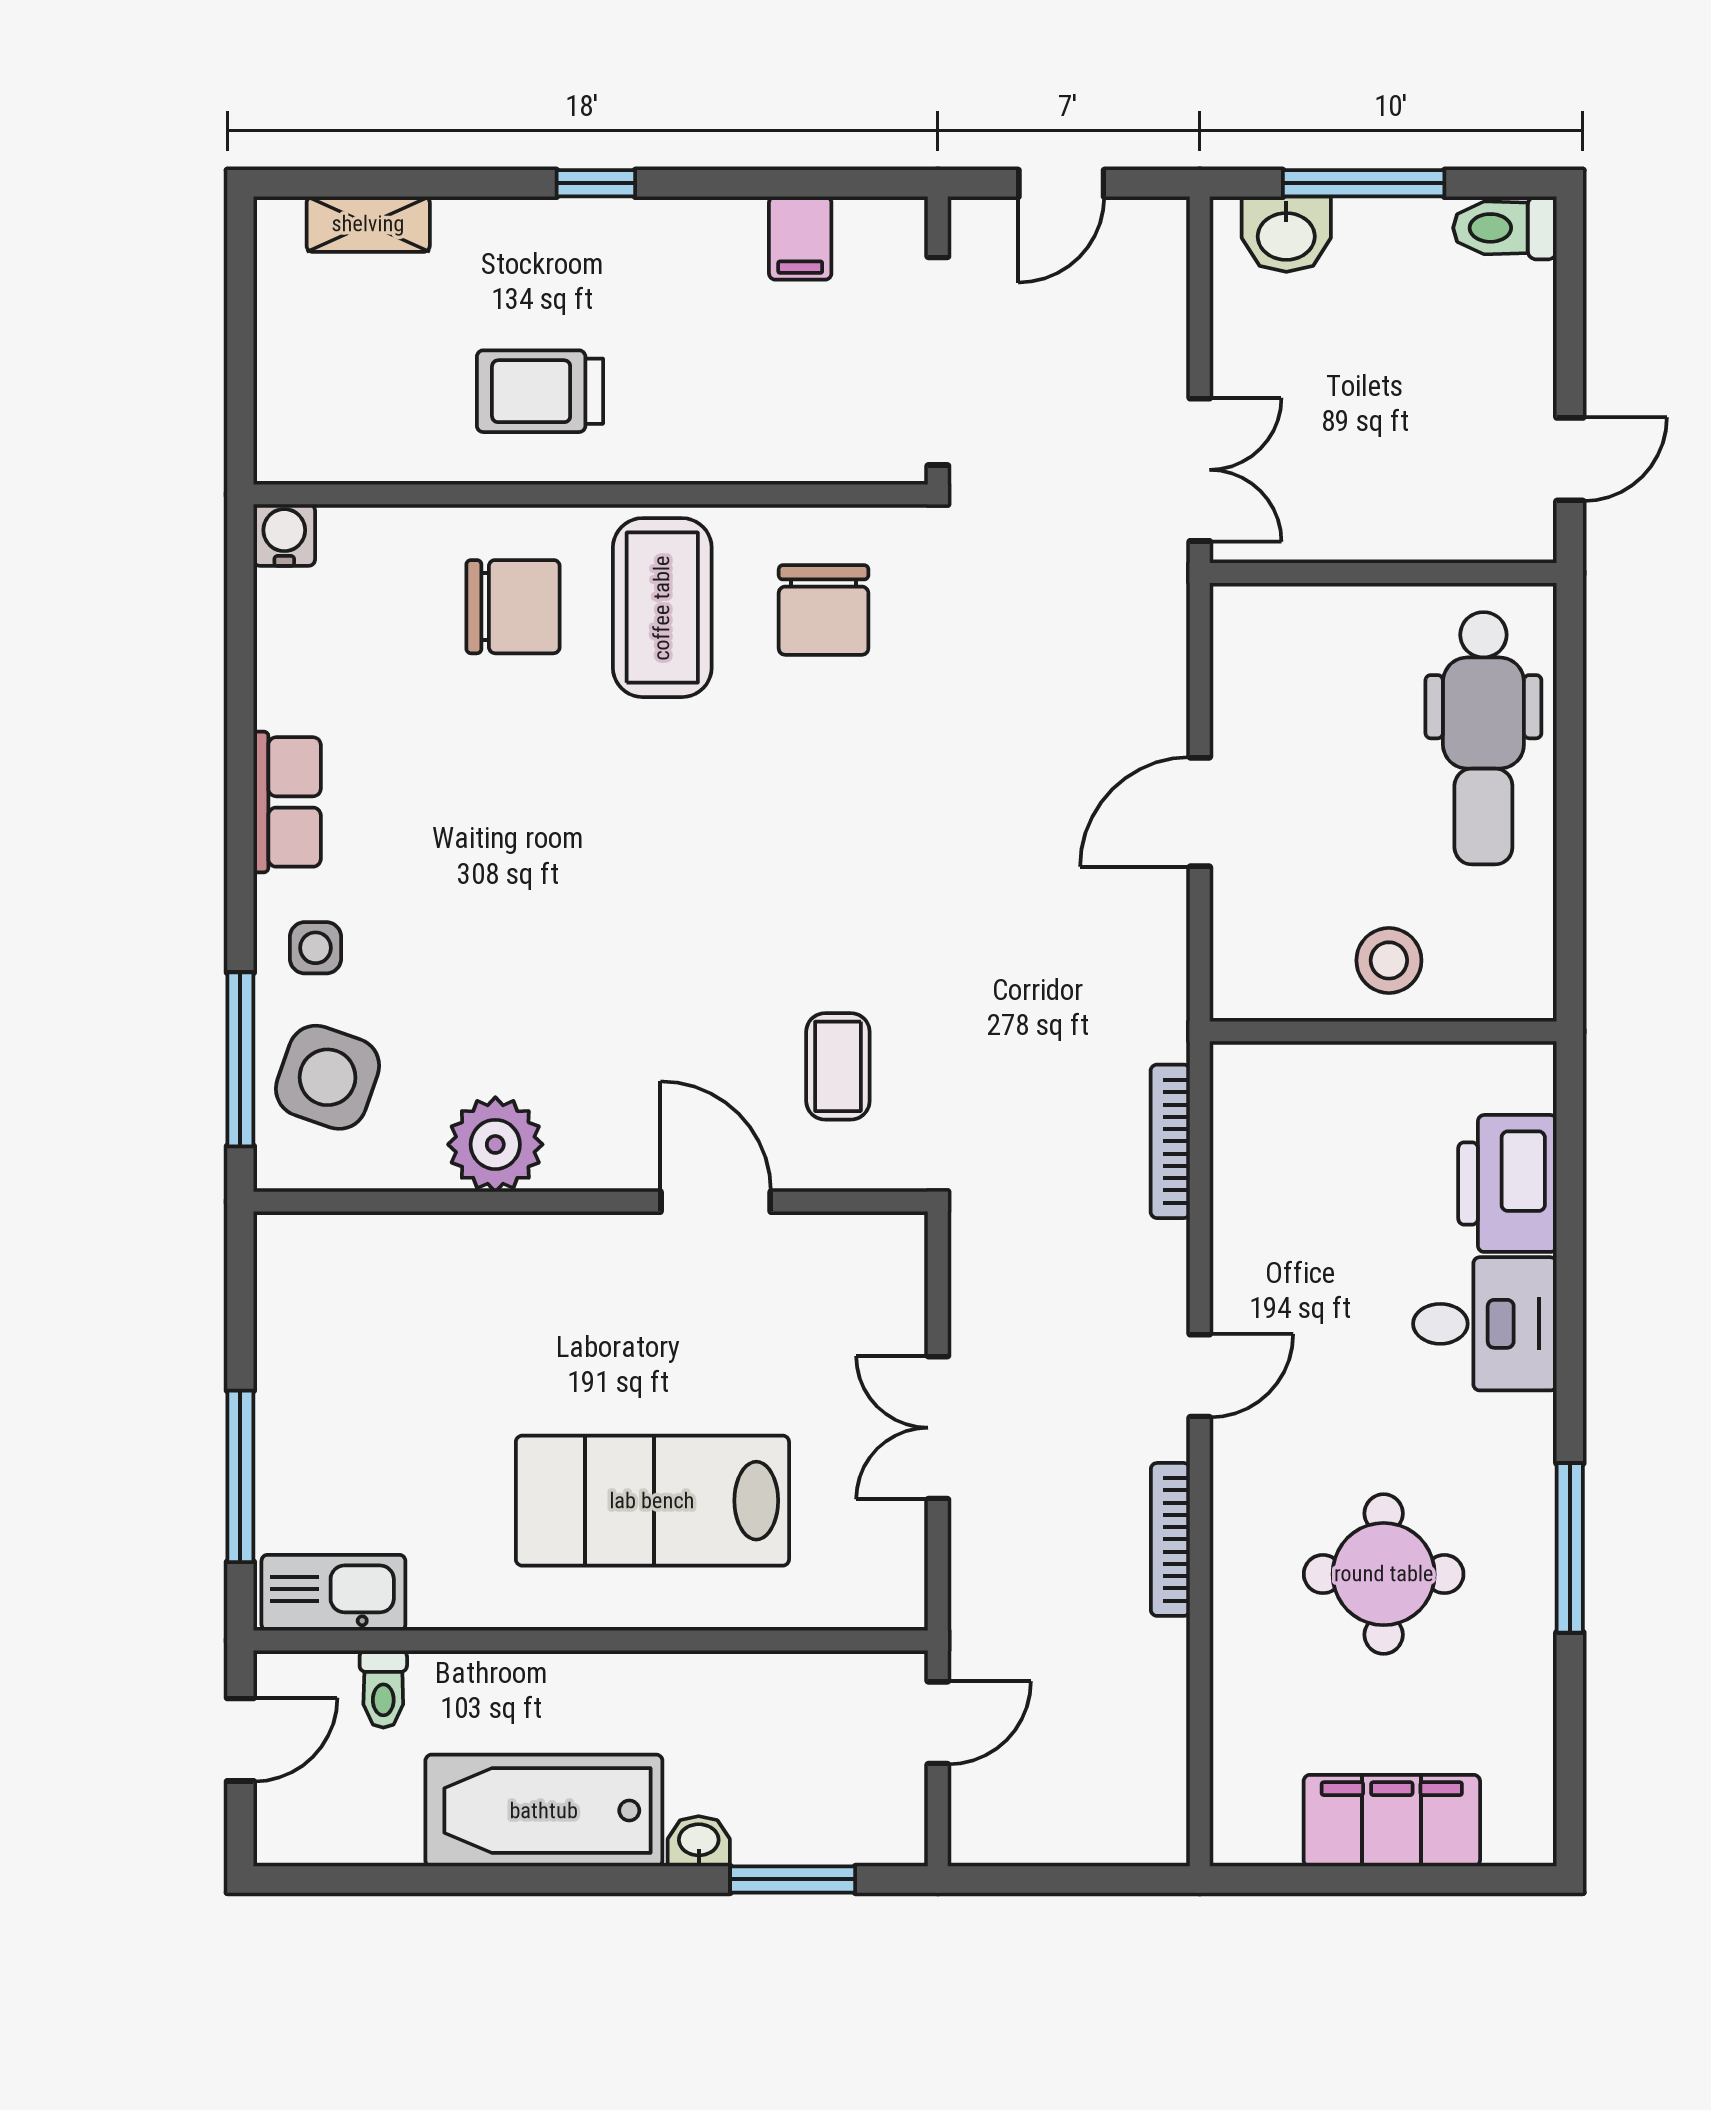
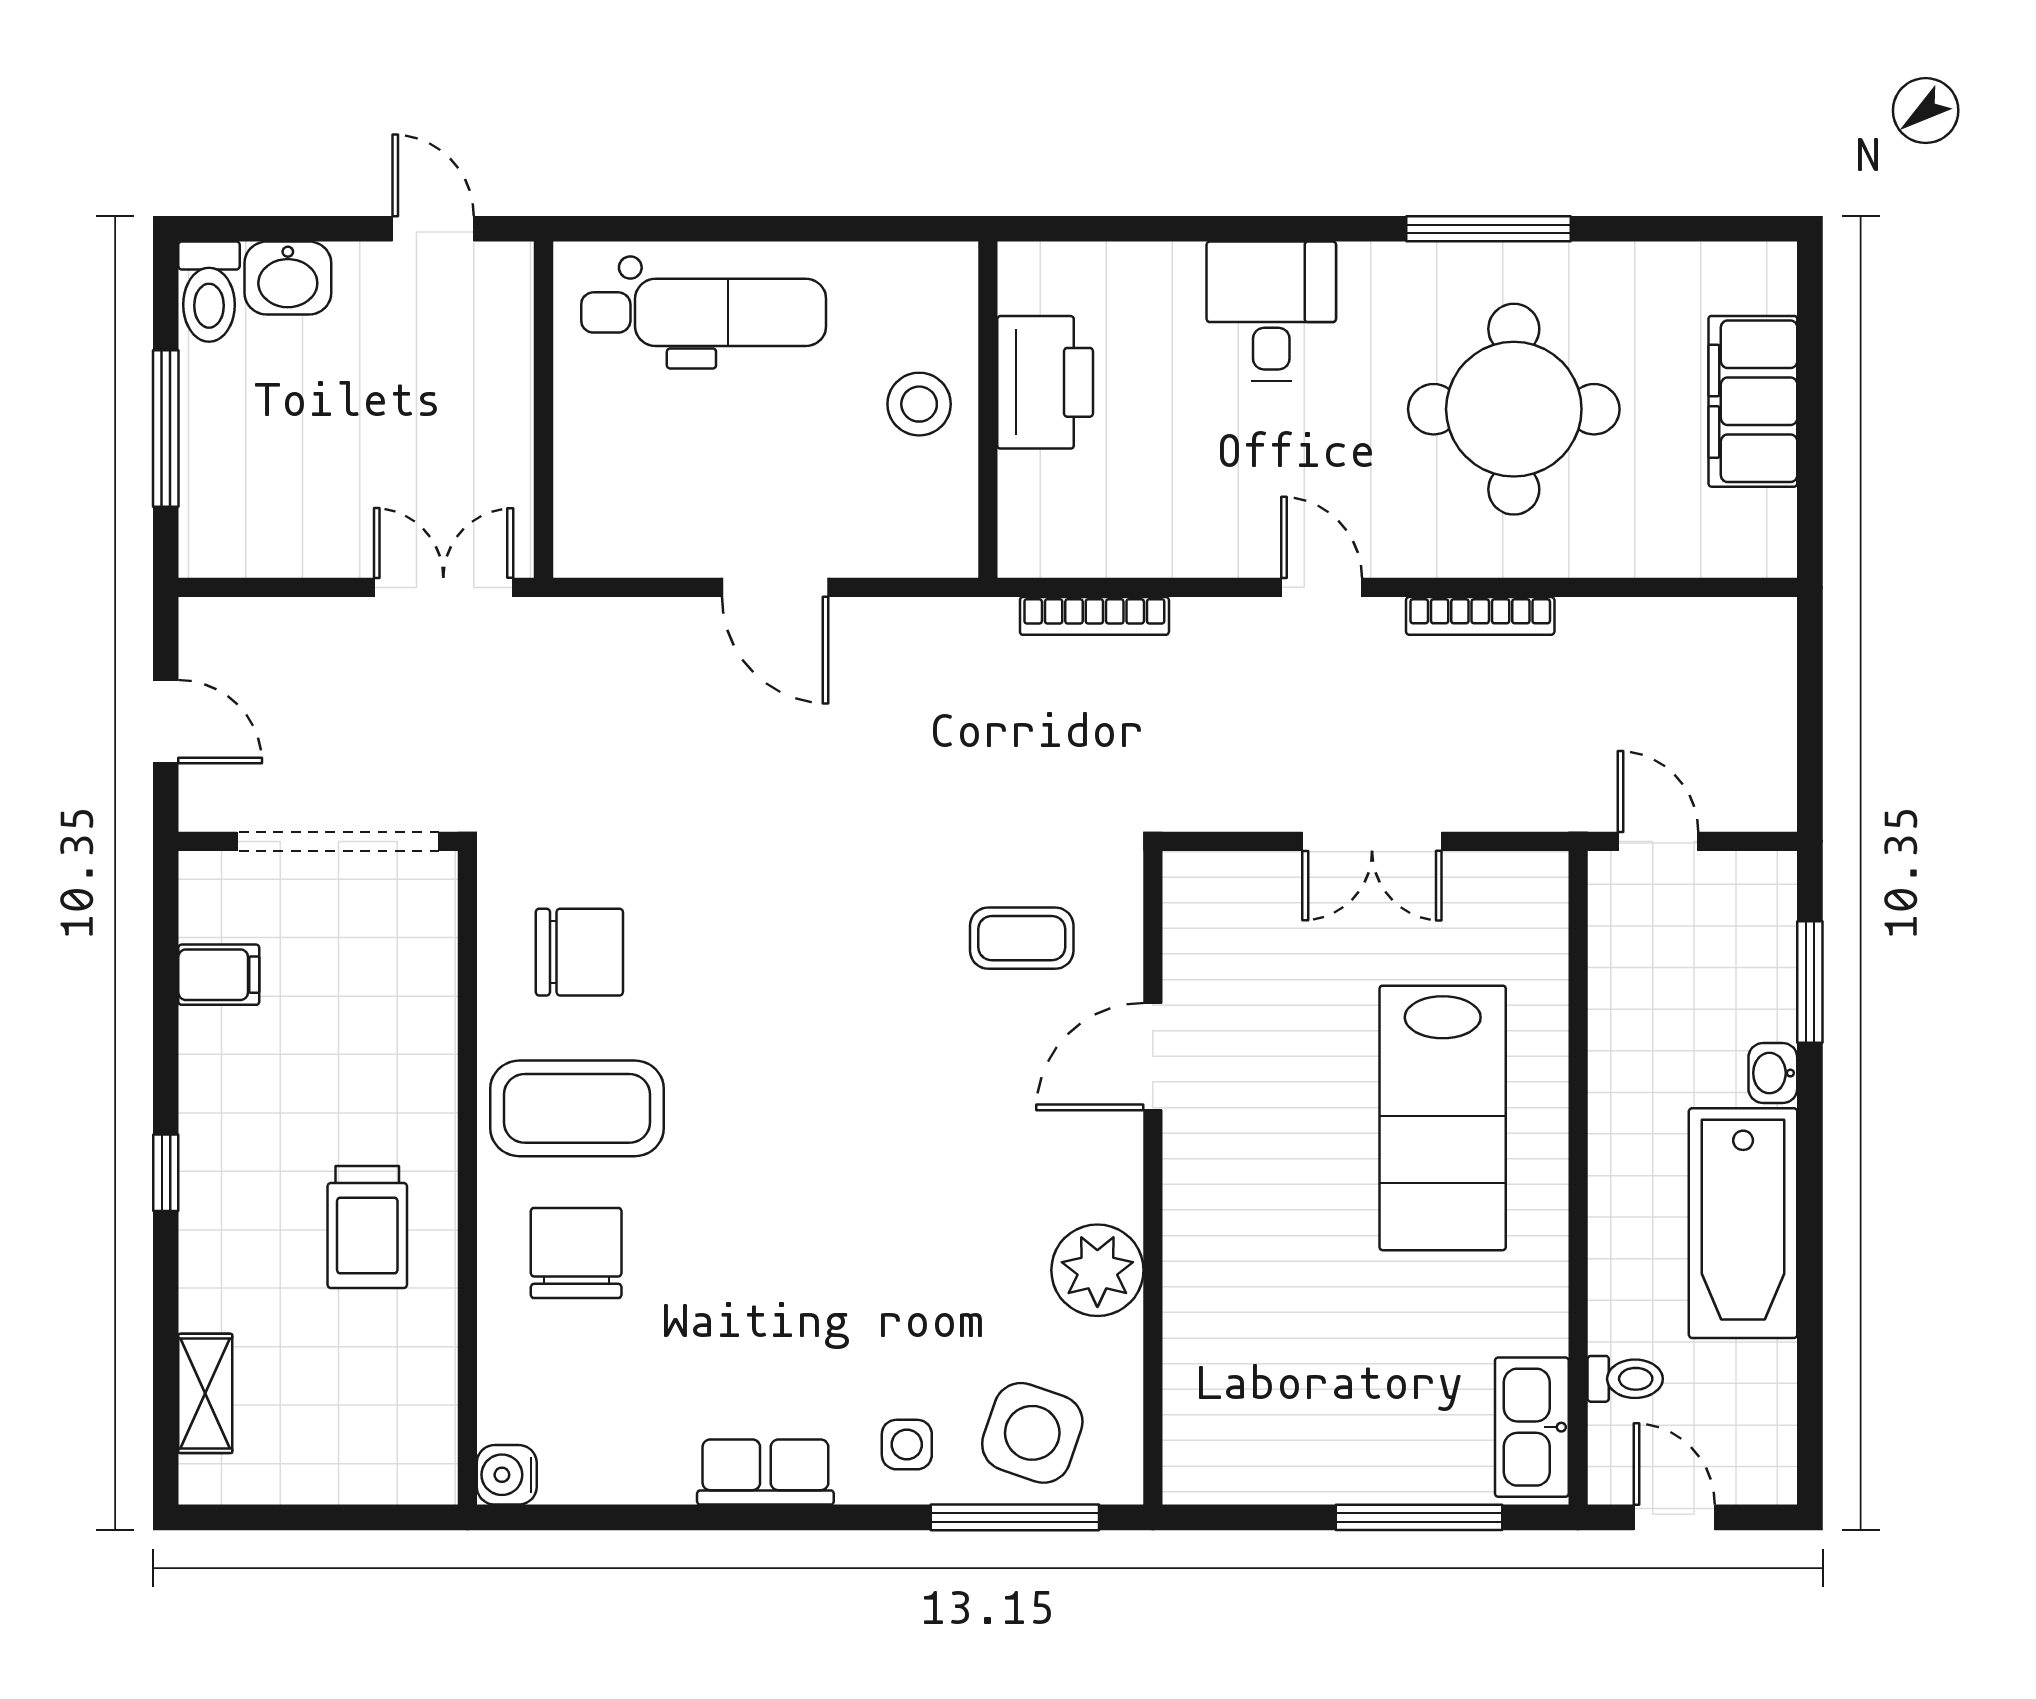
washbasin: (1286, 234) -> (288, 278), moved, turned 90
printer: (1507, 1183) -> (1045, 382), moved, turned -90
round table: (1384, 1574) -> (1514, 409), width x1.36, depth x1.36

